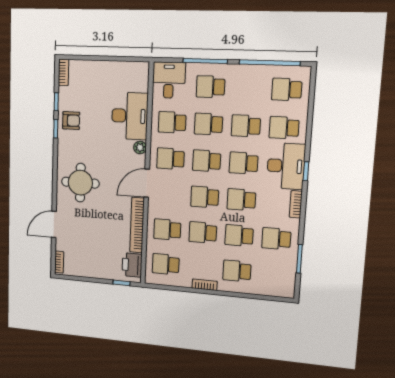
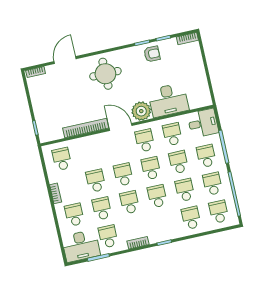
armchair: (71, 121) -> (152, 54), turned -90
plant: (140, 147) -> (141, 111), width x1.88, depth x1.88
desk: (286, 166) -> (81, 246), moved
door: (54, 224) -> (65, 60), hinge flipped
school desk: (167, 230) -> (212, 184), moved
printer: (132, 265) -> (53, 132), removed

